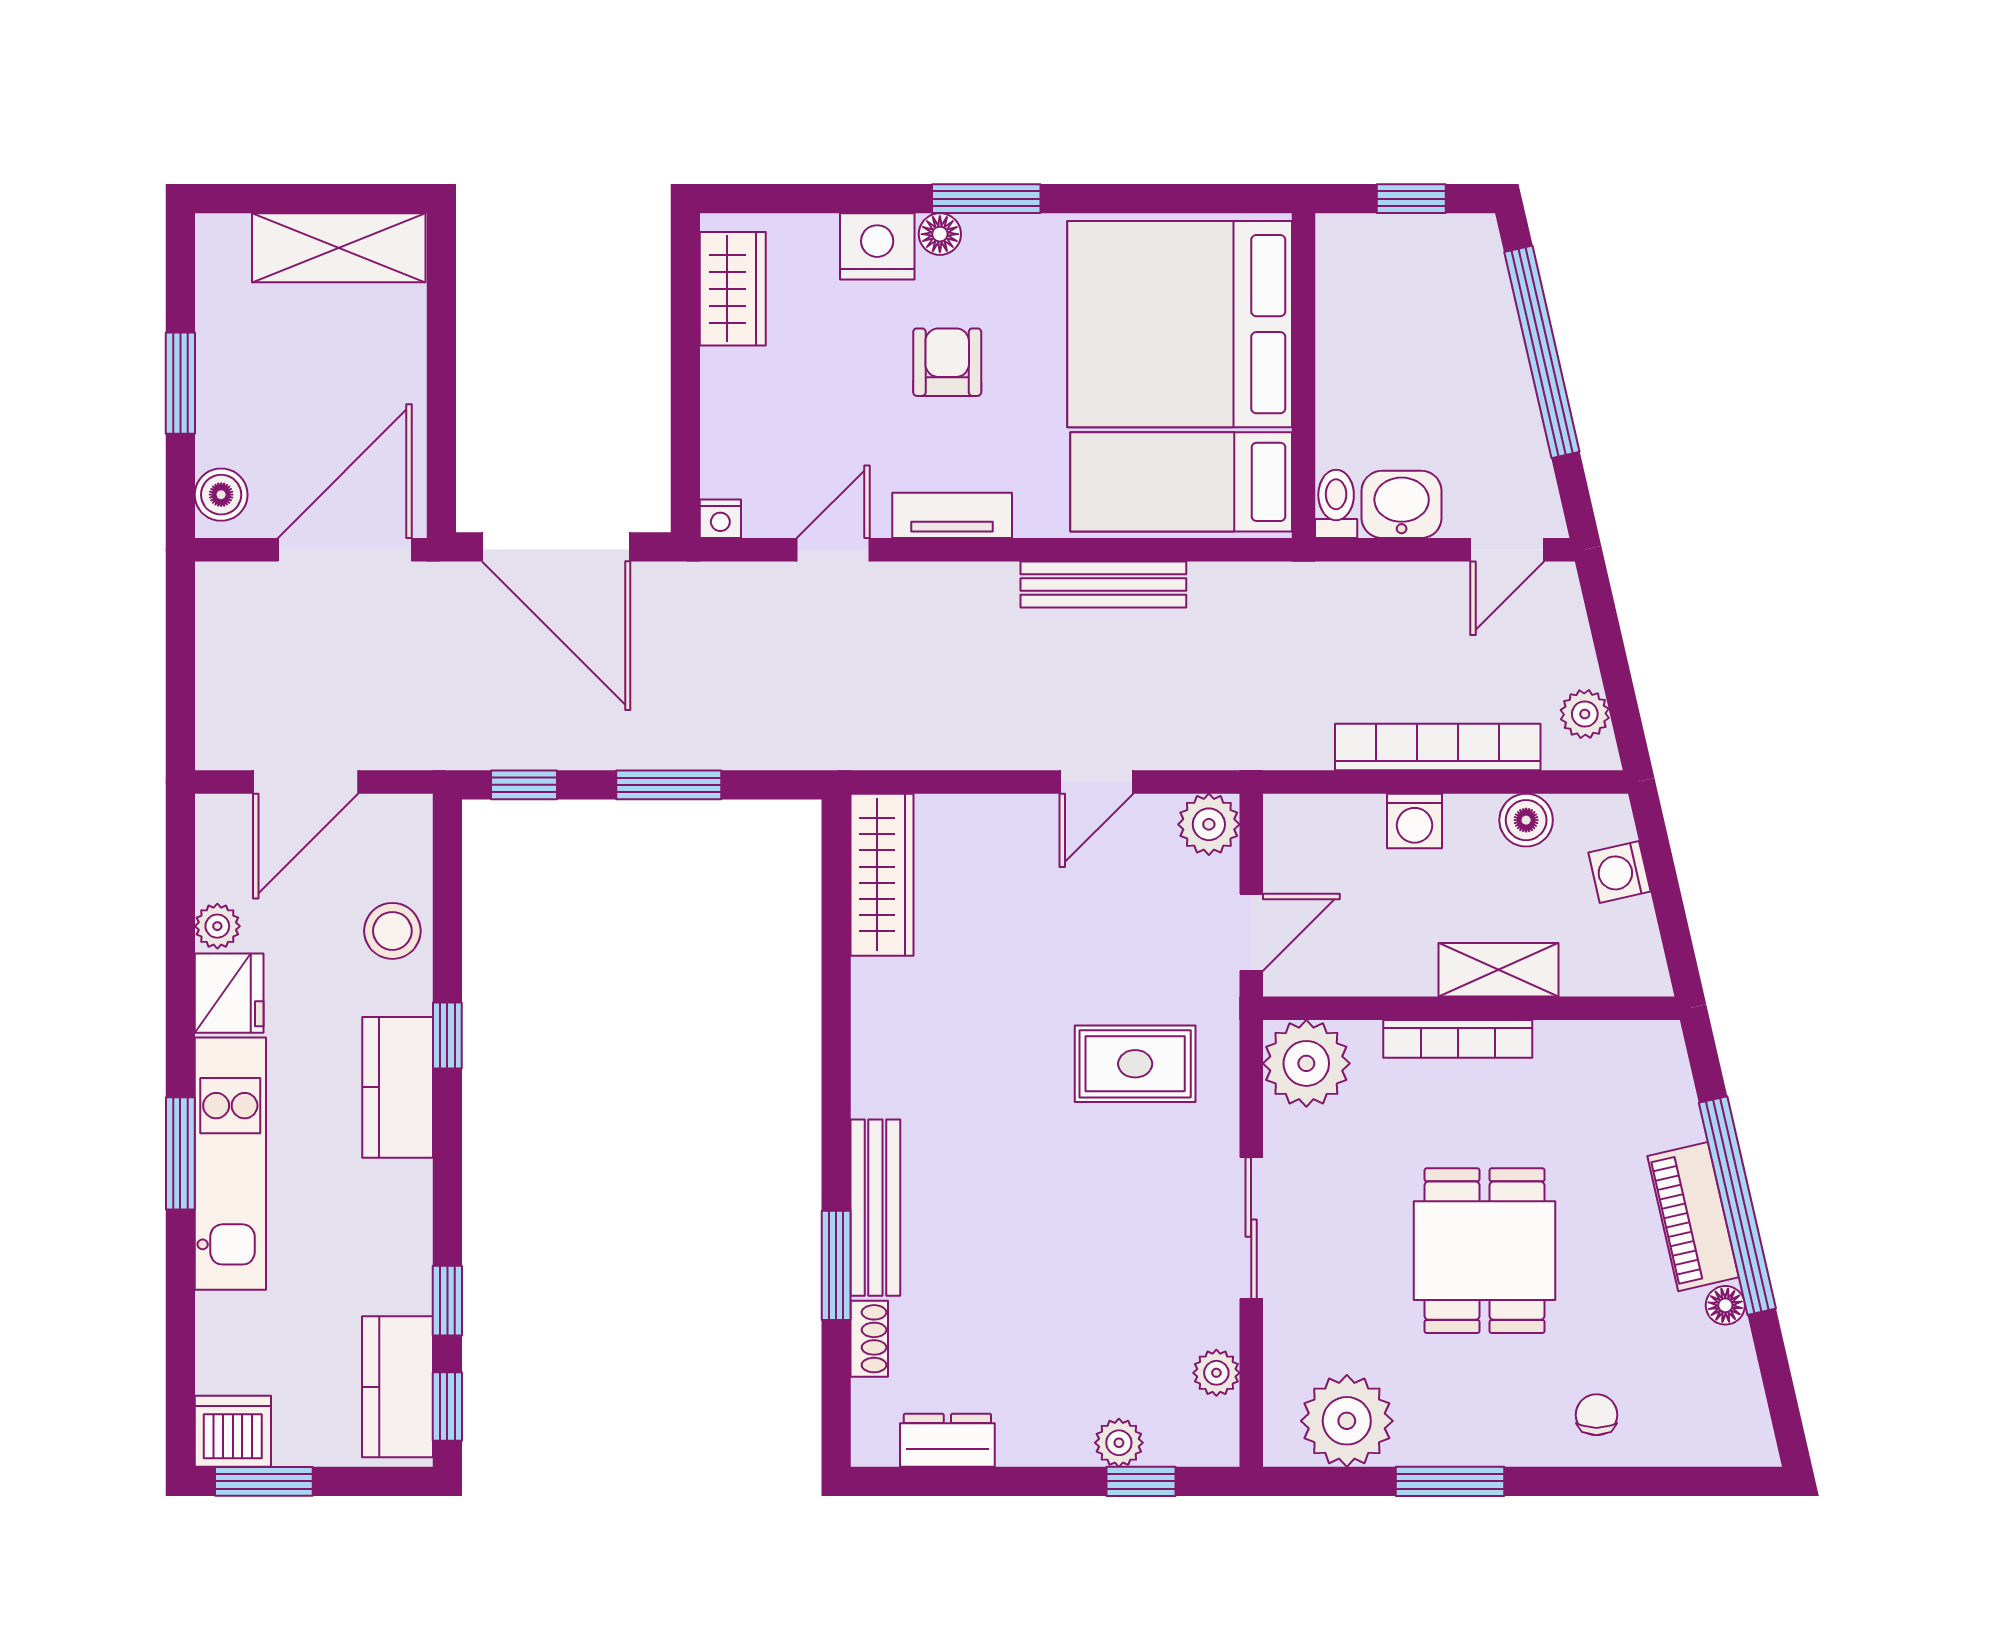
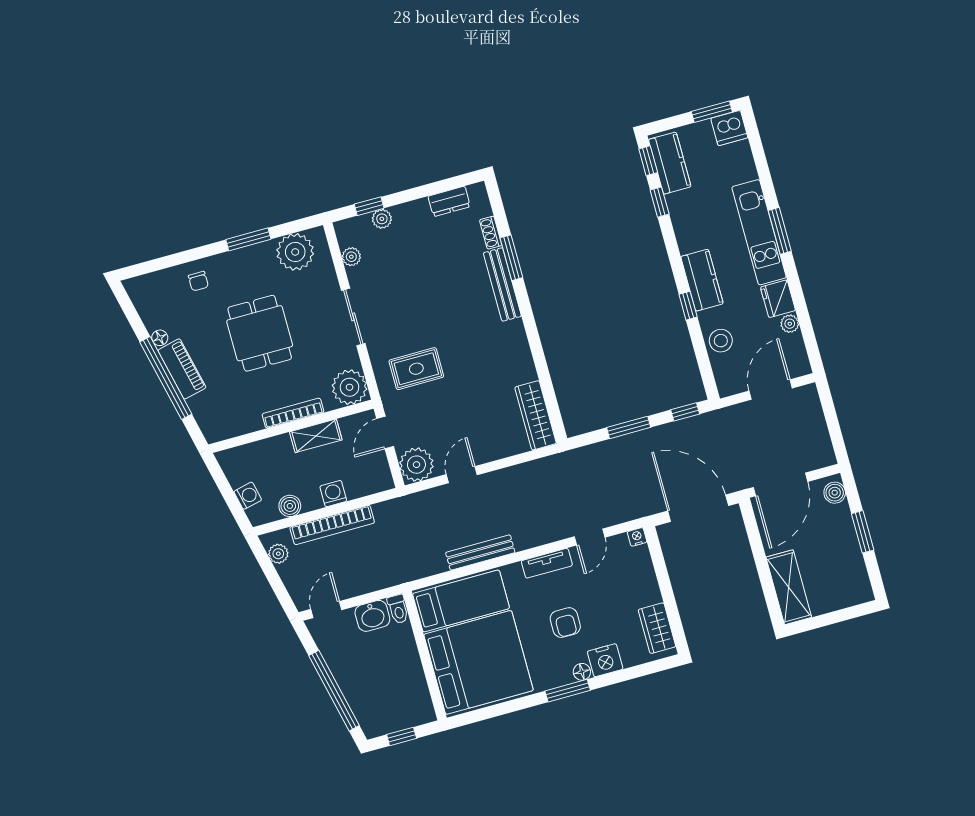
shelving: (339, 248) -> (789, 587), moved, turned 90
plant: (1209, 824) -> (416, 465), width x1.36, depth x1.36
shelving: (1499, 970) -> (316, 436), moved

